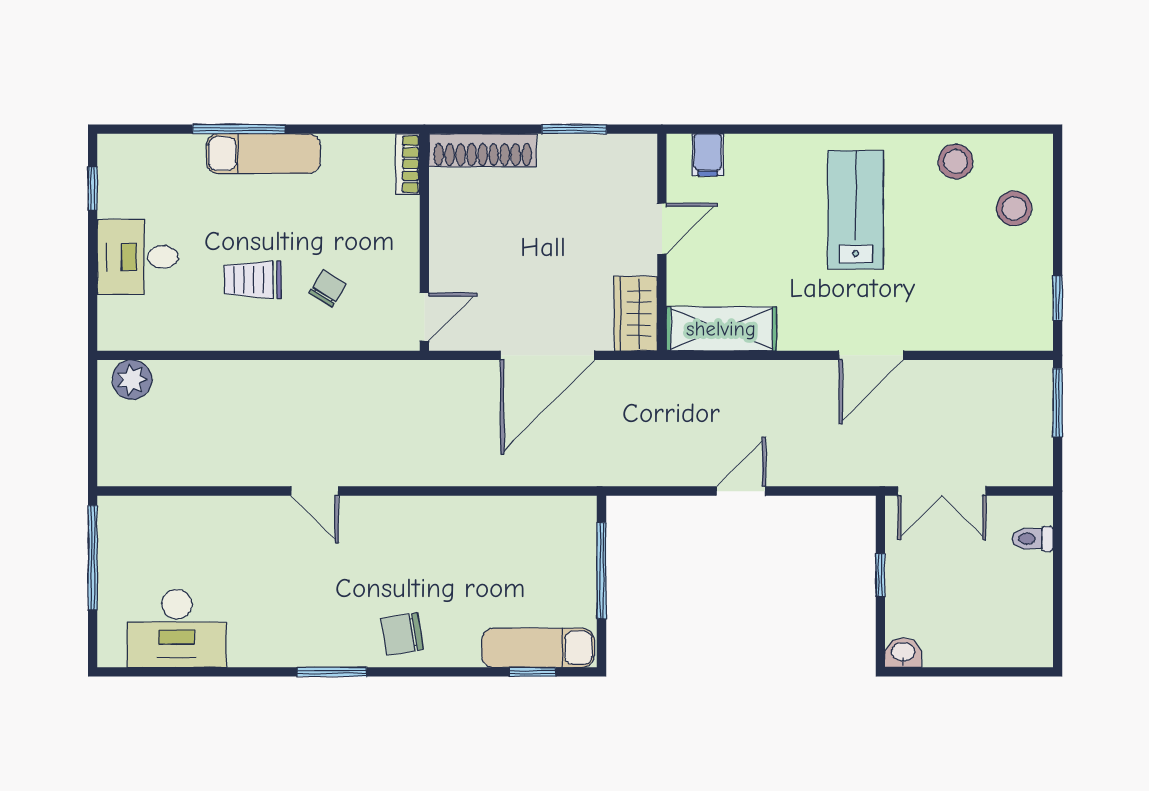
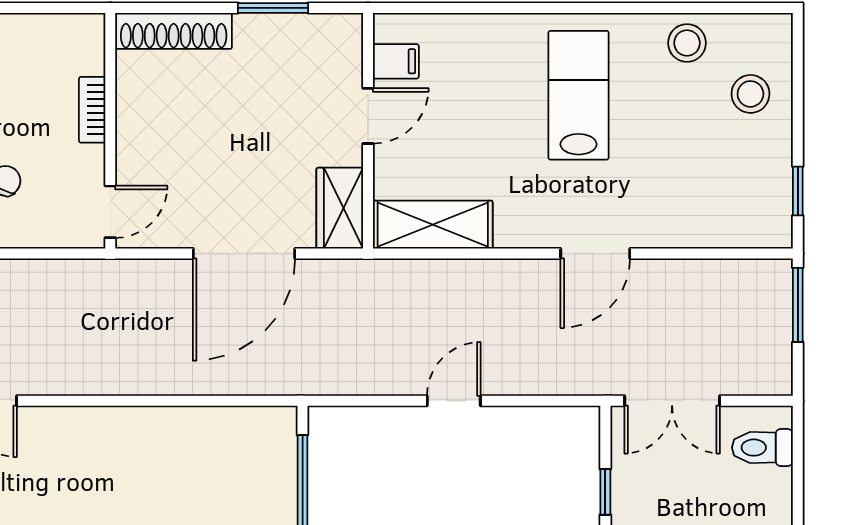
filing cabinet: (708, 155) -> (396, 61), moved, turned -90
bookcase: (408, 164) -> (92, 110), moved
toilet: (1033, 539) -> (762, 448), width x1.37, depth x1.39

